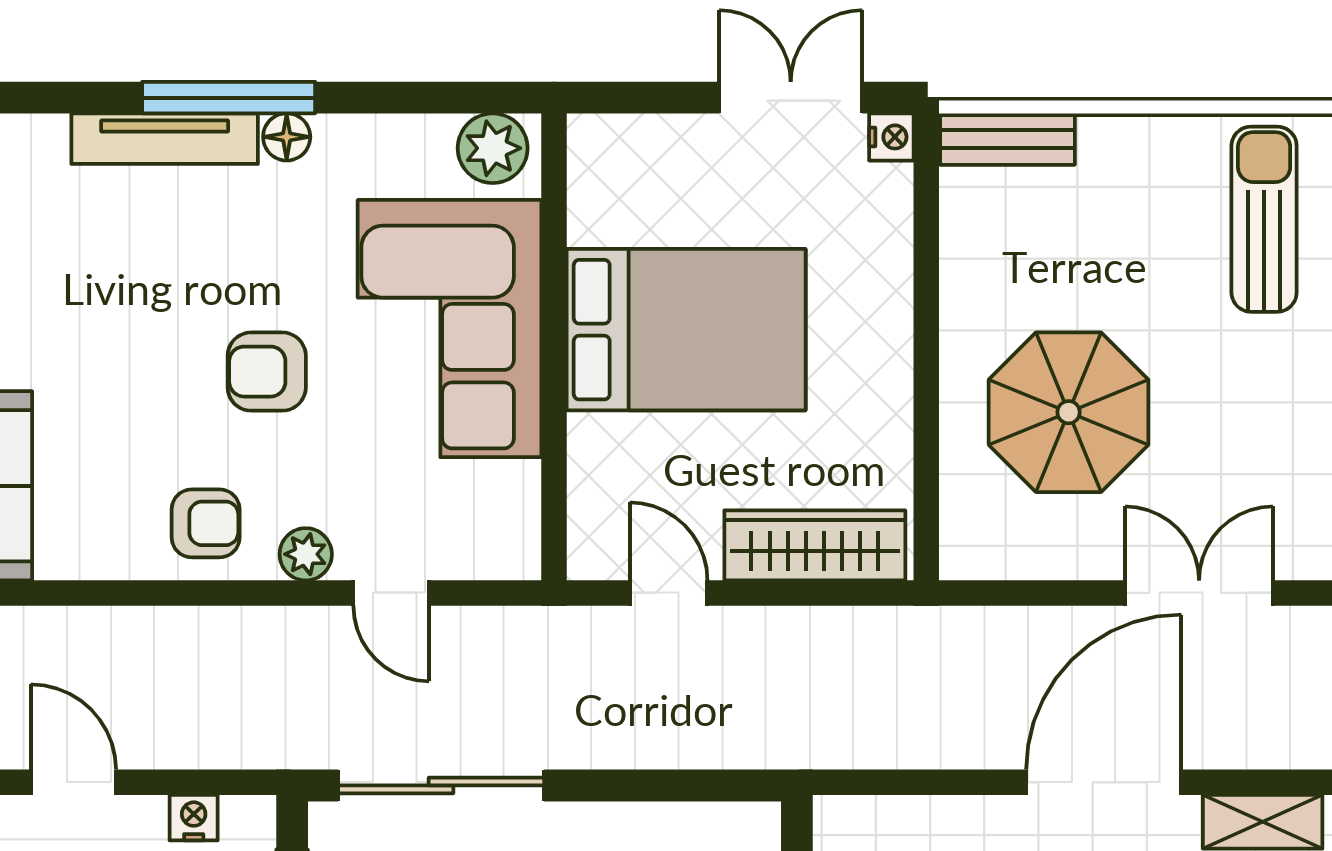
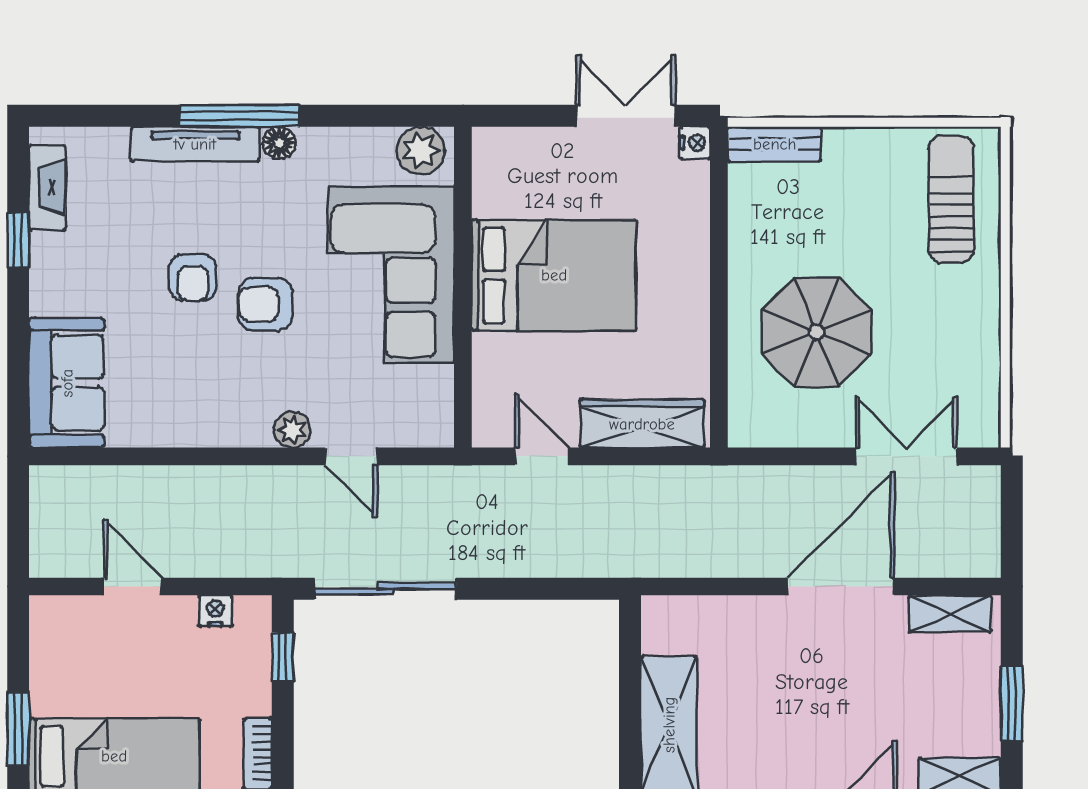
armchair: (206, 523) -> (193, 278), moved, turned 90

